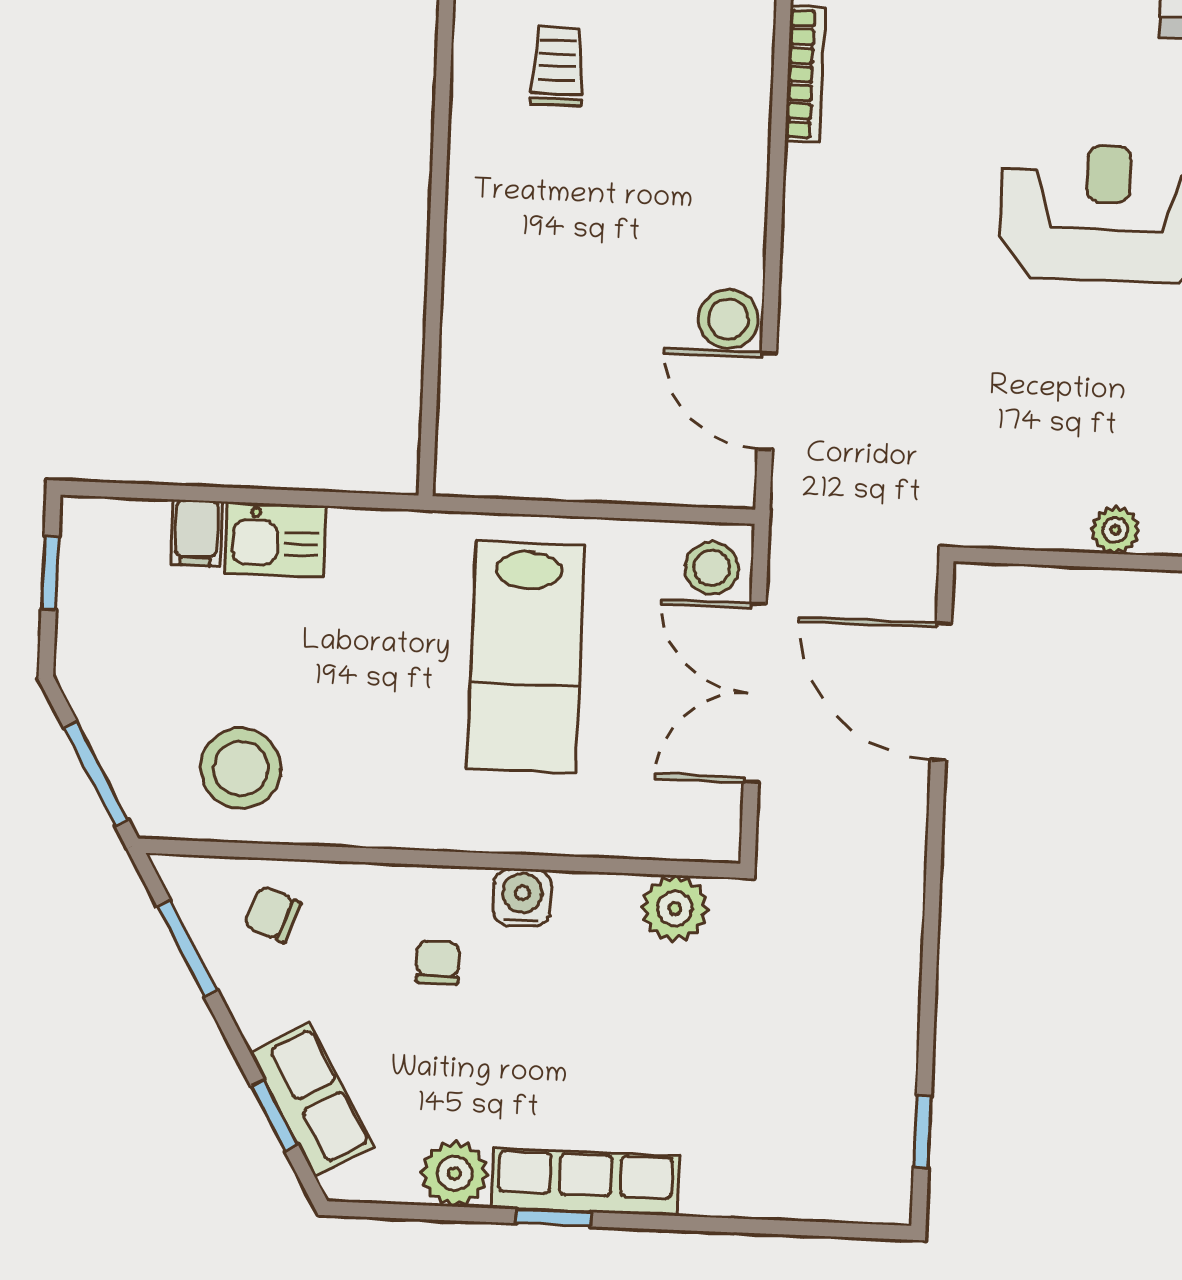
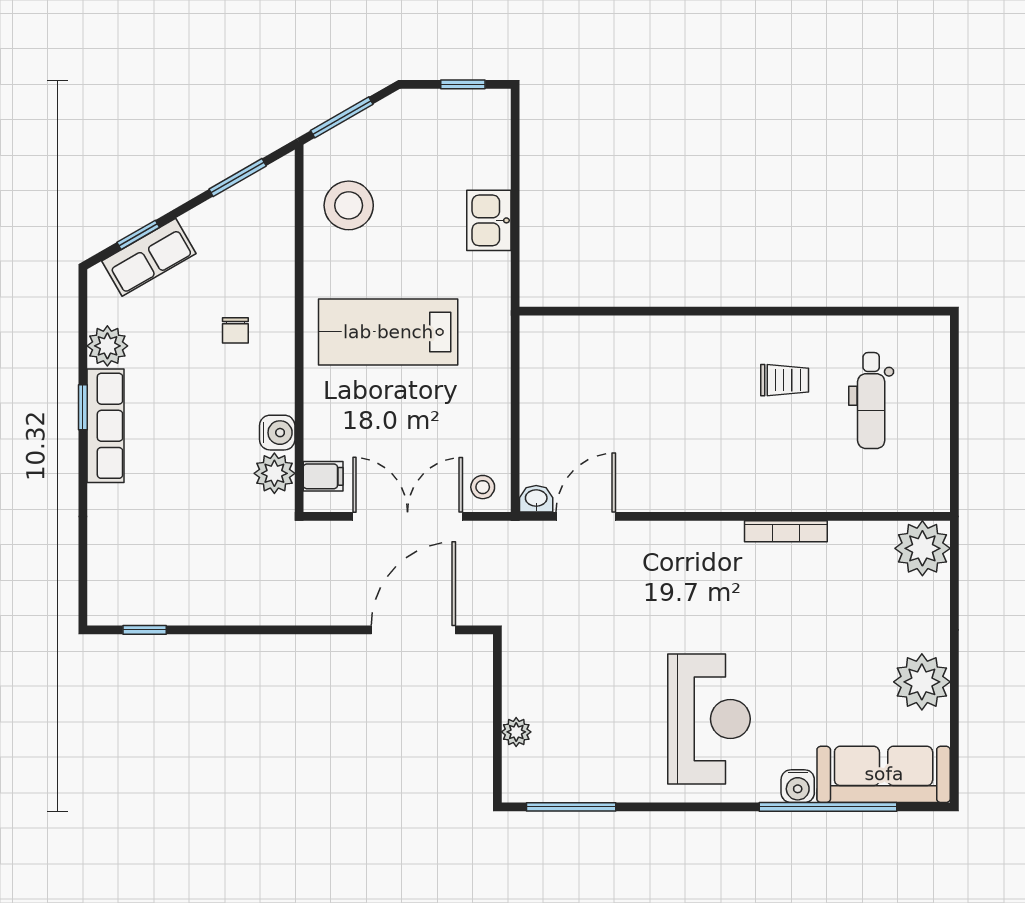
stool: (728, 319) -> (635, 491), removed
washbasin: (735, 481) -> (536, 499), added
filing cabinet: (196, 533) -> (323, 476), moved, turned 180
stool: (712, 568) -> (483, 487), width x0.73, depth x0.73
lab bench: (526, 657) -> (388, 332), moved
water cooler: (522, 897) -> (277, 433), moved
chair: (273, 914) -> (261, 228), removed
chair: (438, 963) -> (235, 330), turned 90

